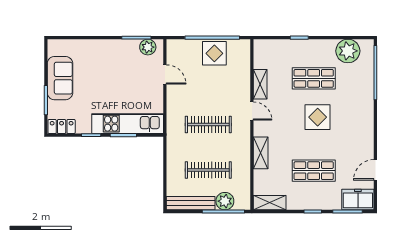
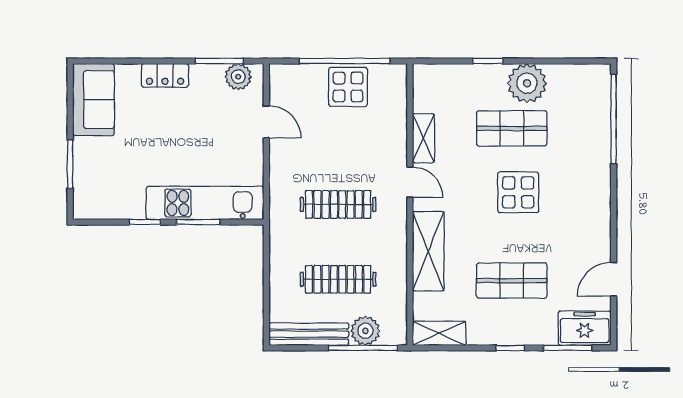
plant: (348, 51) -> (527, 83), moved
sofa: (60, 78) -> (93, 100), moved
locker: (62, 126) -> (165, 75), moved, turned 180
shelving: (261, 153) -> (428, 251), width x1.50, depth x1.33

